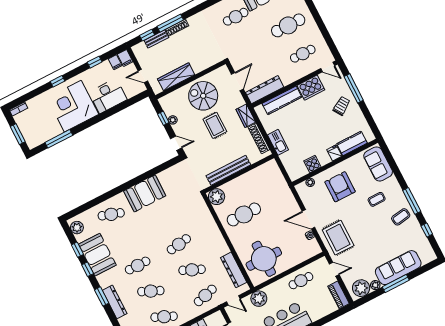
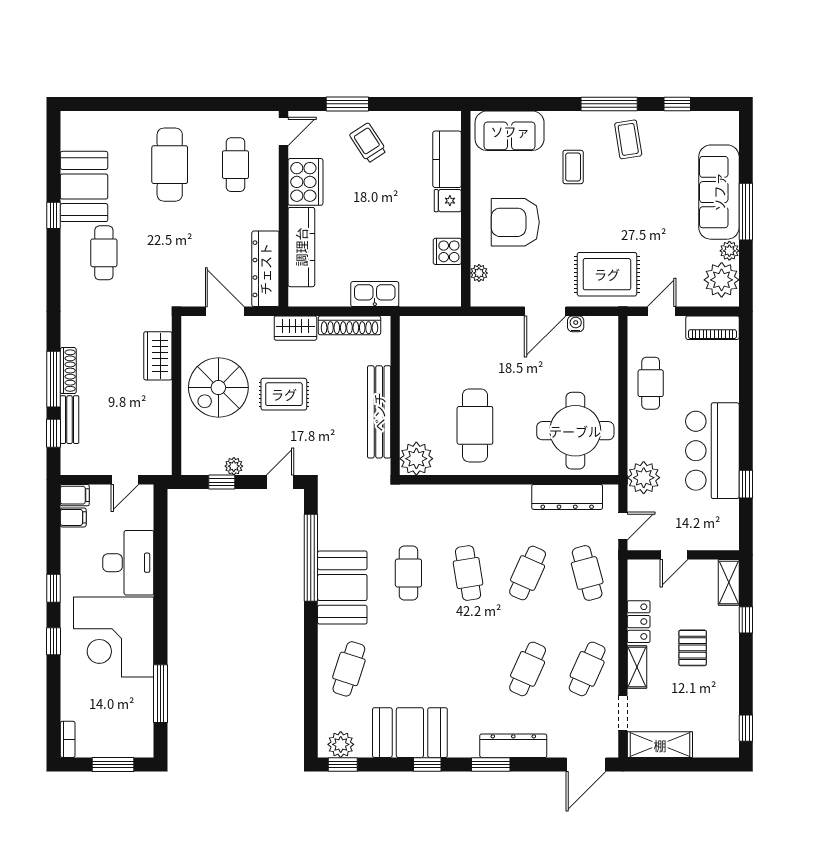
window: (95, 62) -> (54, 588), moved
wardrobe: (176, 77) -> (158, 356), moved, width x0.67
window: (354, 88) -> (347, 104), width x0.69
window: (151, 173) -> (311, 558), added
window: (77, 250) -> (343, 764), moved
cafe table: (138, 265) -> (408, 573), moved

